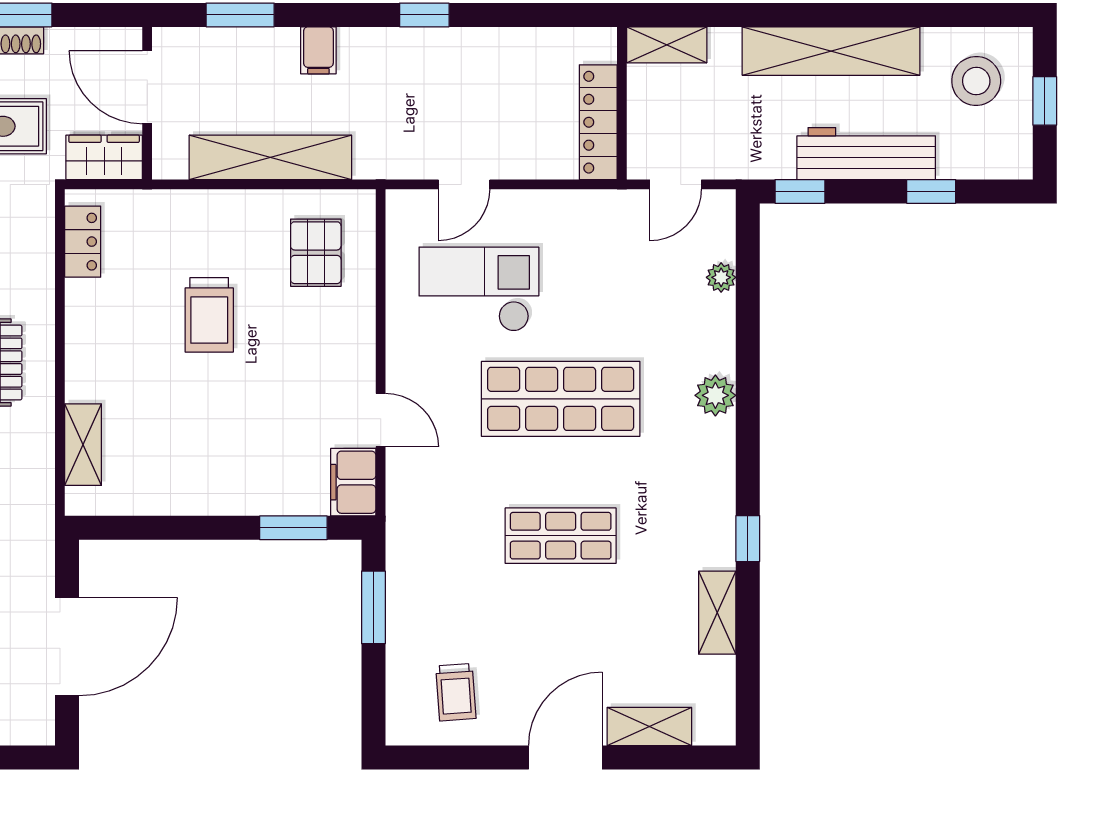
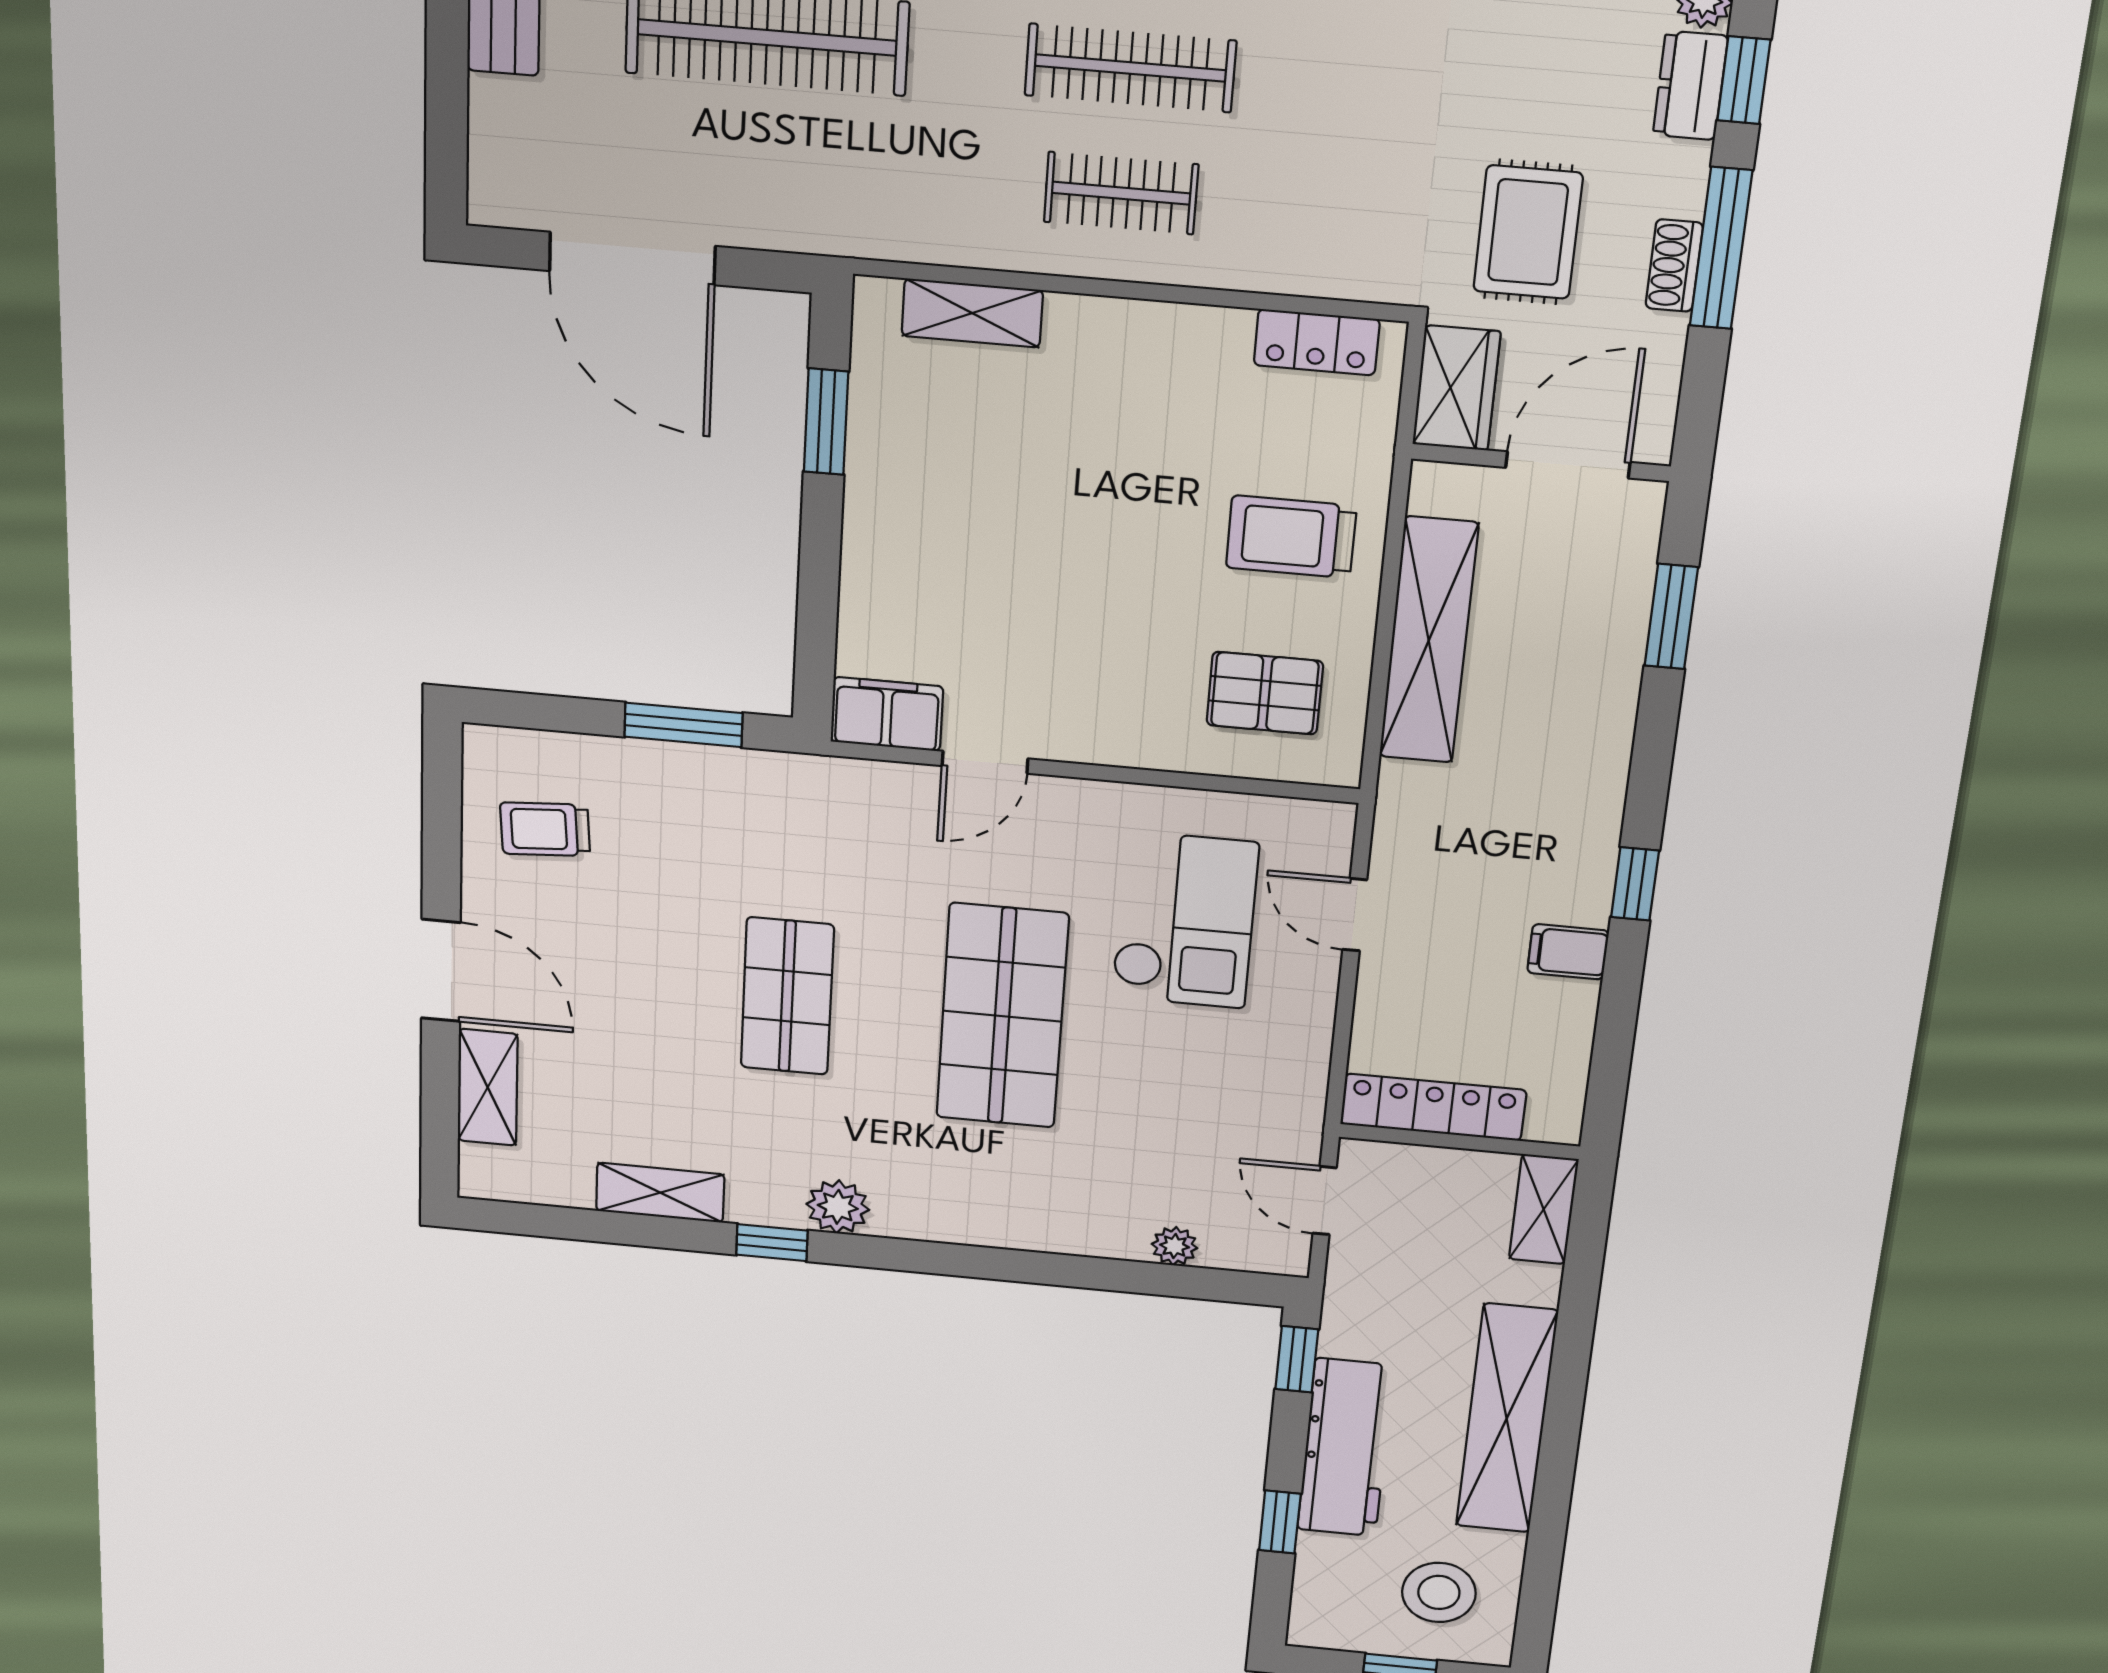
filing cabinet: (318, 50) -> (1568, 952), moved
trolley: (209, 315) -> (1291, 537), moved
plant: (715, 395) -> (838, 1207), moved
window: (293, 528) -> (826, 422), moved

